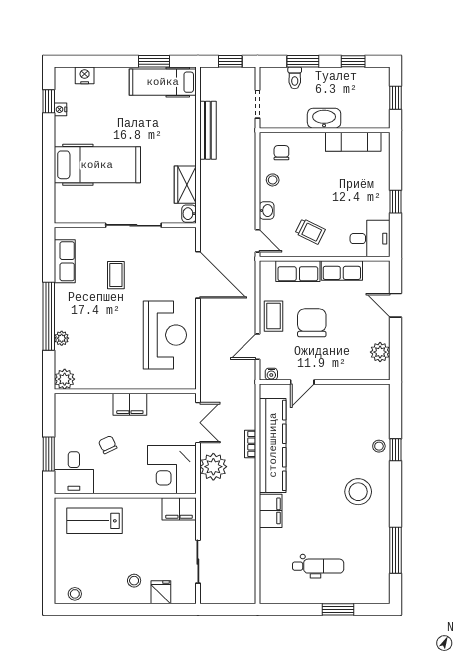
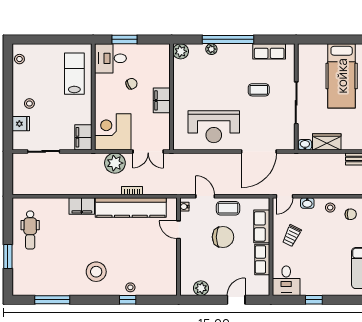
dental chair: (318, 566) -> (30, 230), moved

